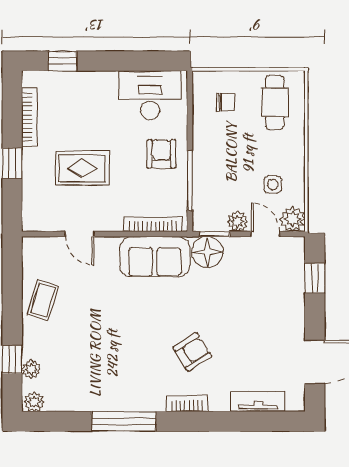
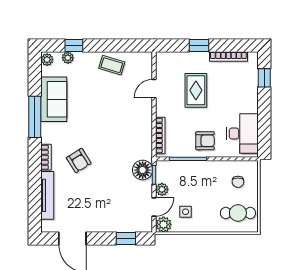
sofa: (155, 257) -> (54, 99), moved, turned 180
tv unit: (258, 401) -> (47, 195), width x1.41

